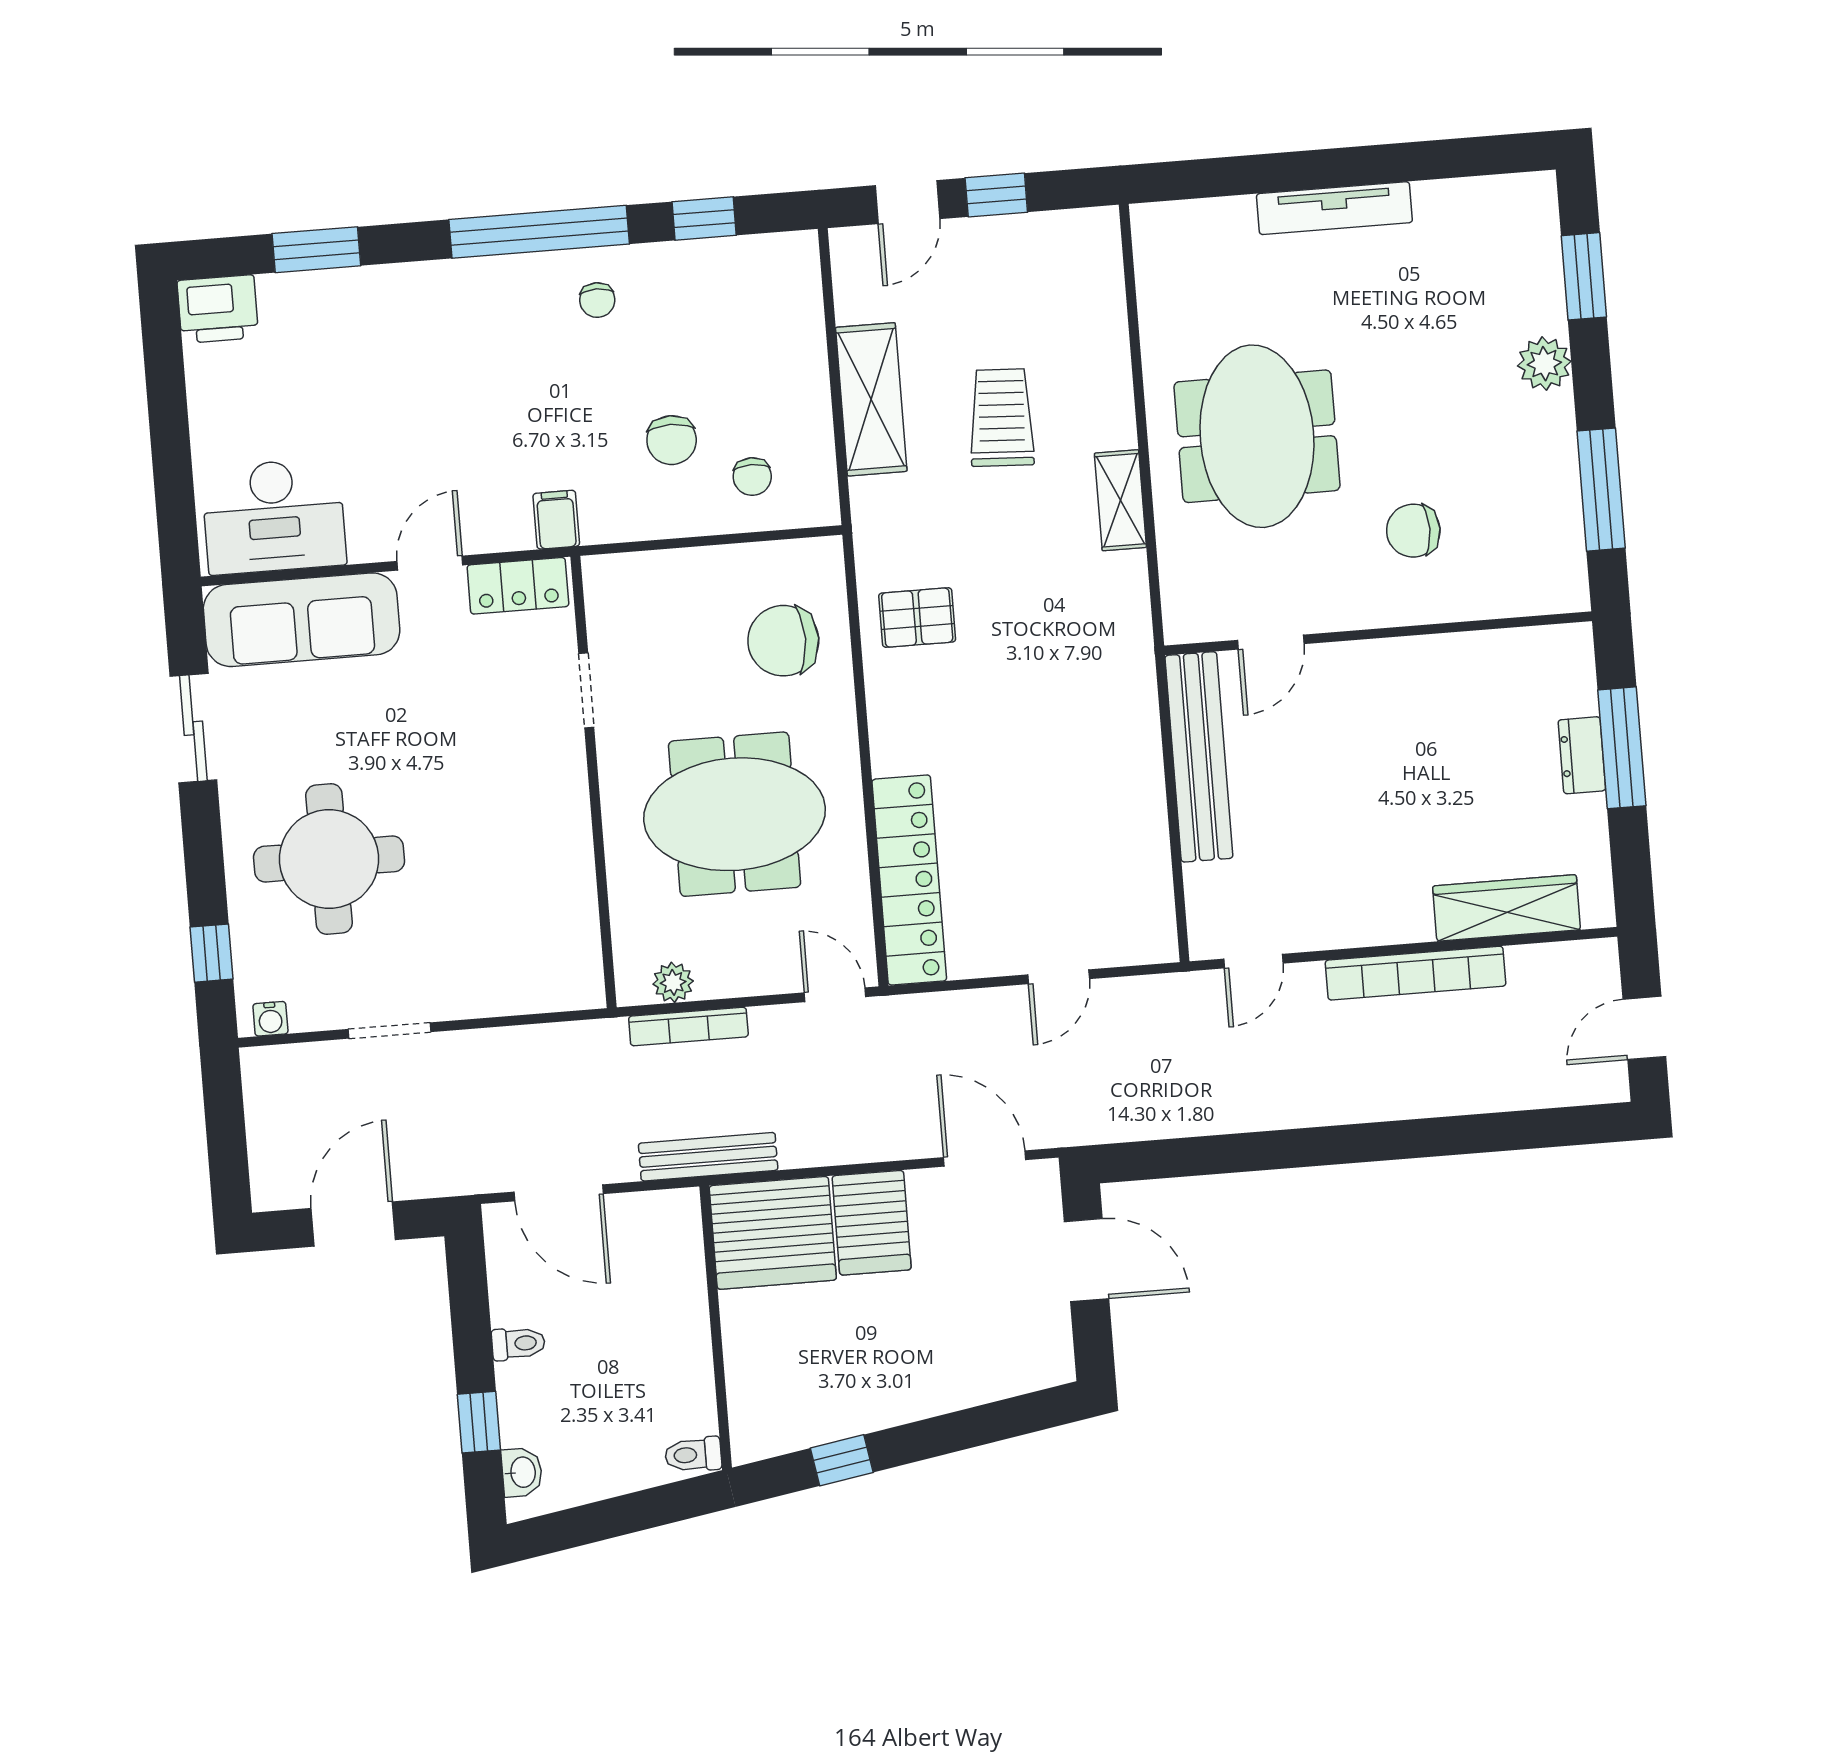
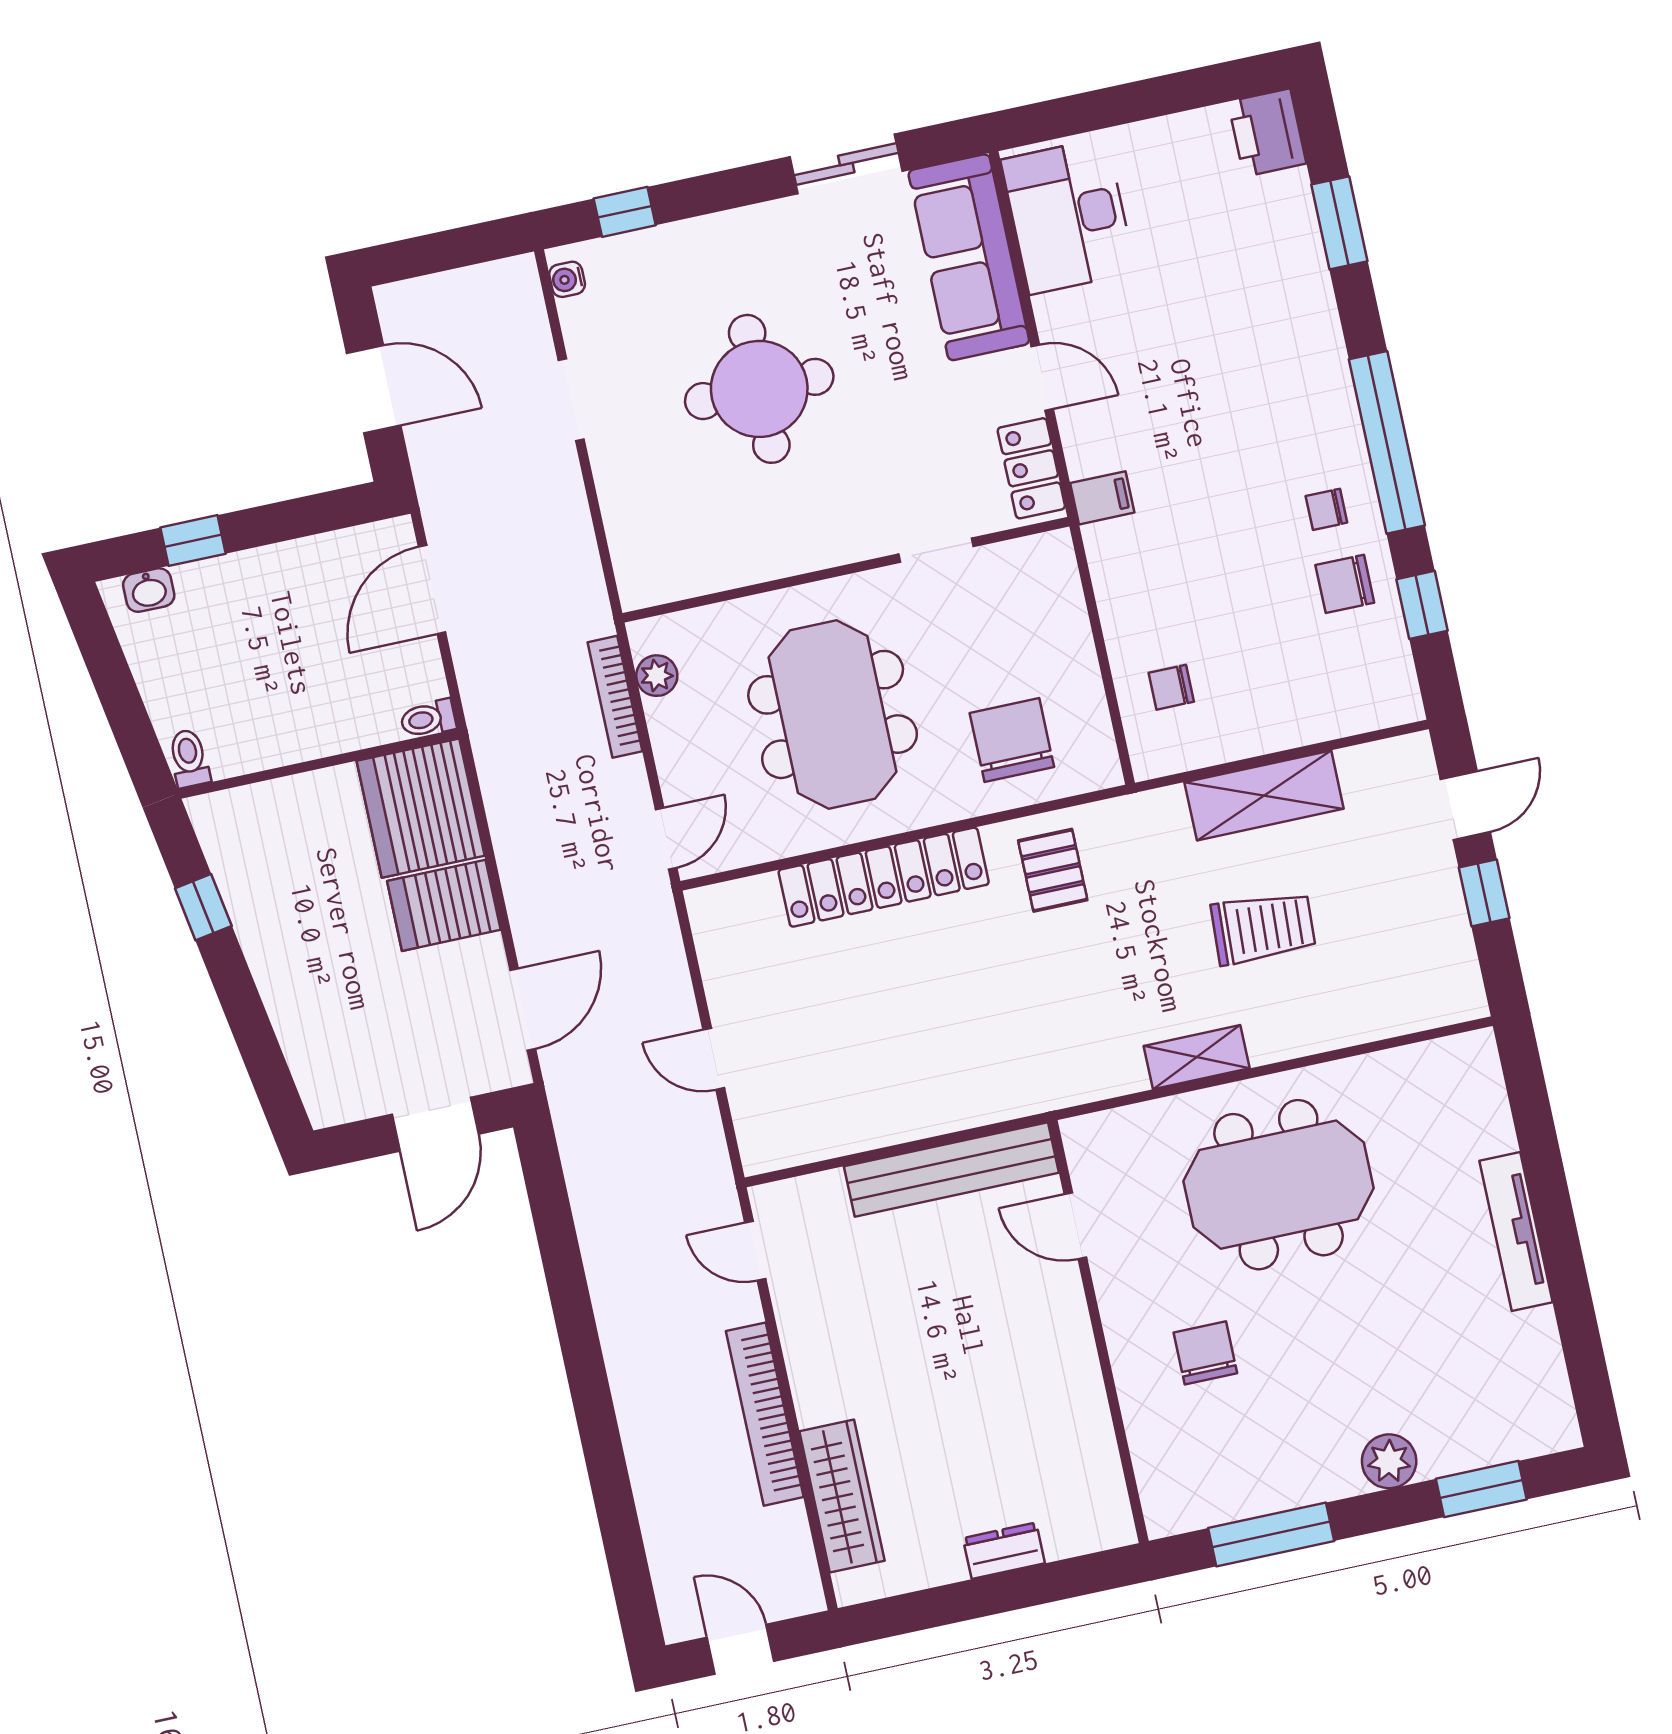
door: (907, 202) -> (1465, 805), swing flipped
chair: (672, 440) -> (1345, 584), moved
window: (1622, 748) -> (1017, 1590), removed
round table: (329, 859) -> (759, 389), moved
locker: (909, 880) -> (884, 877), moved
bench: (708, 1157) -> (488, 734), removed
toilet: (518, 1344) -> (428, 719), moved, turned 90

